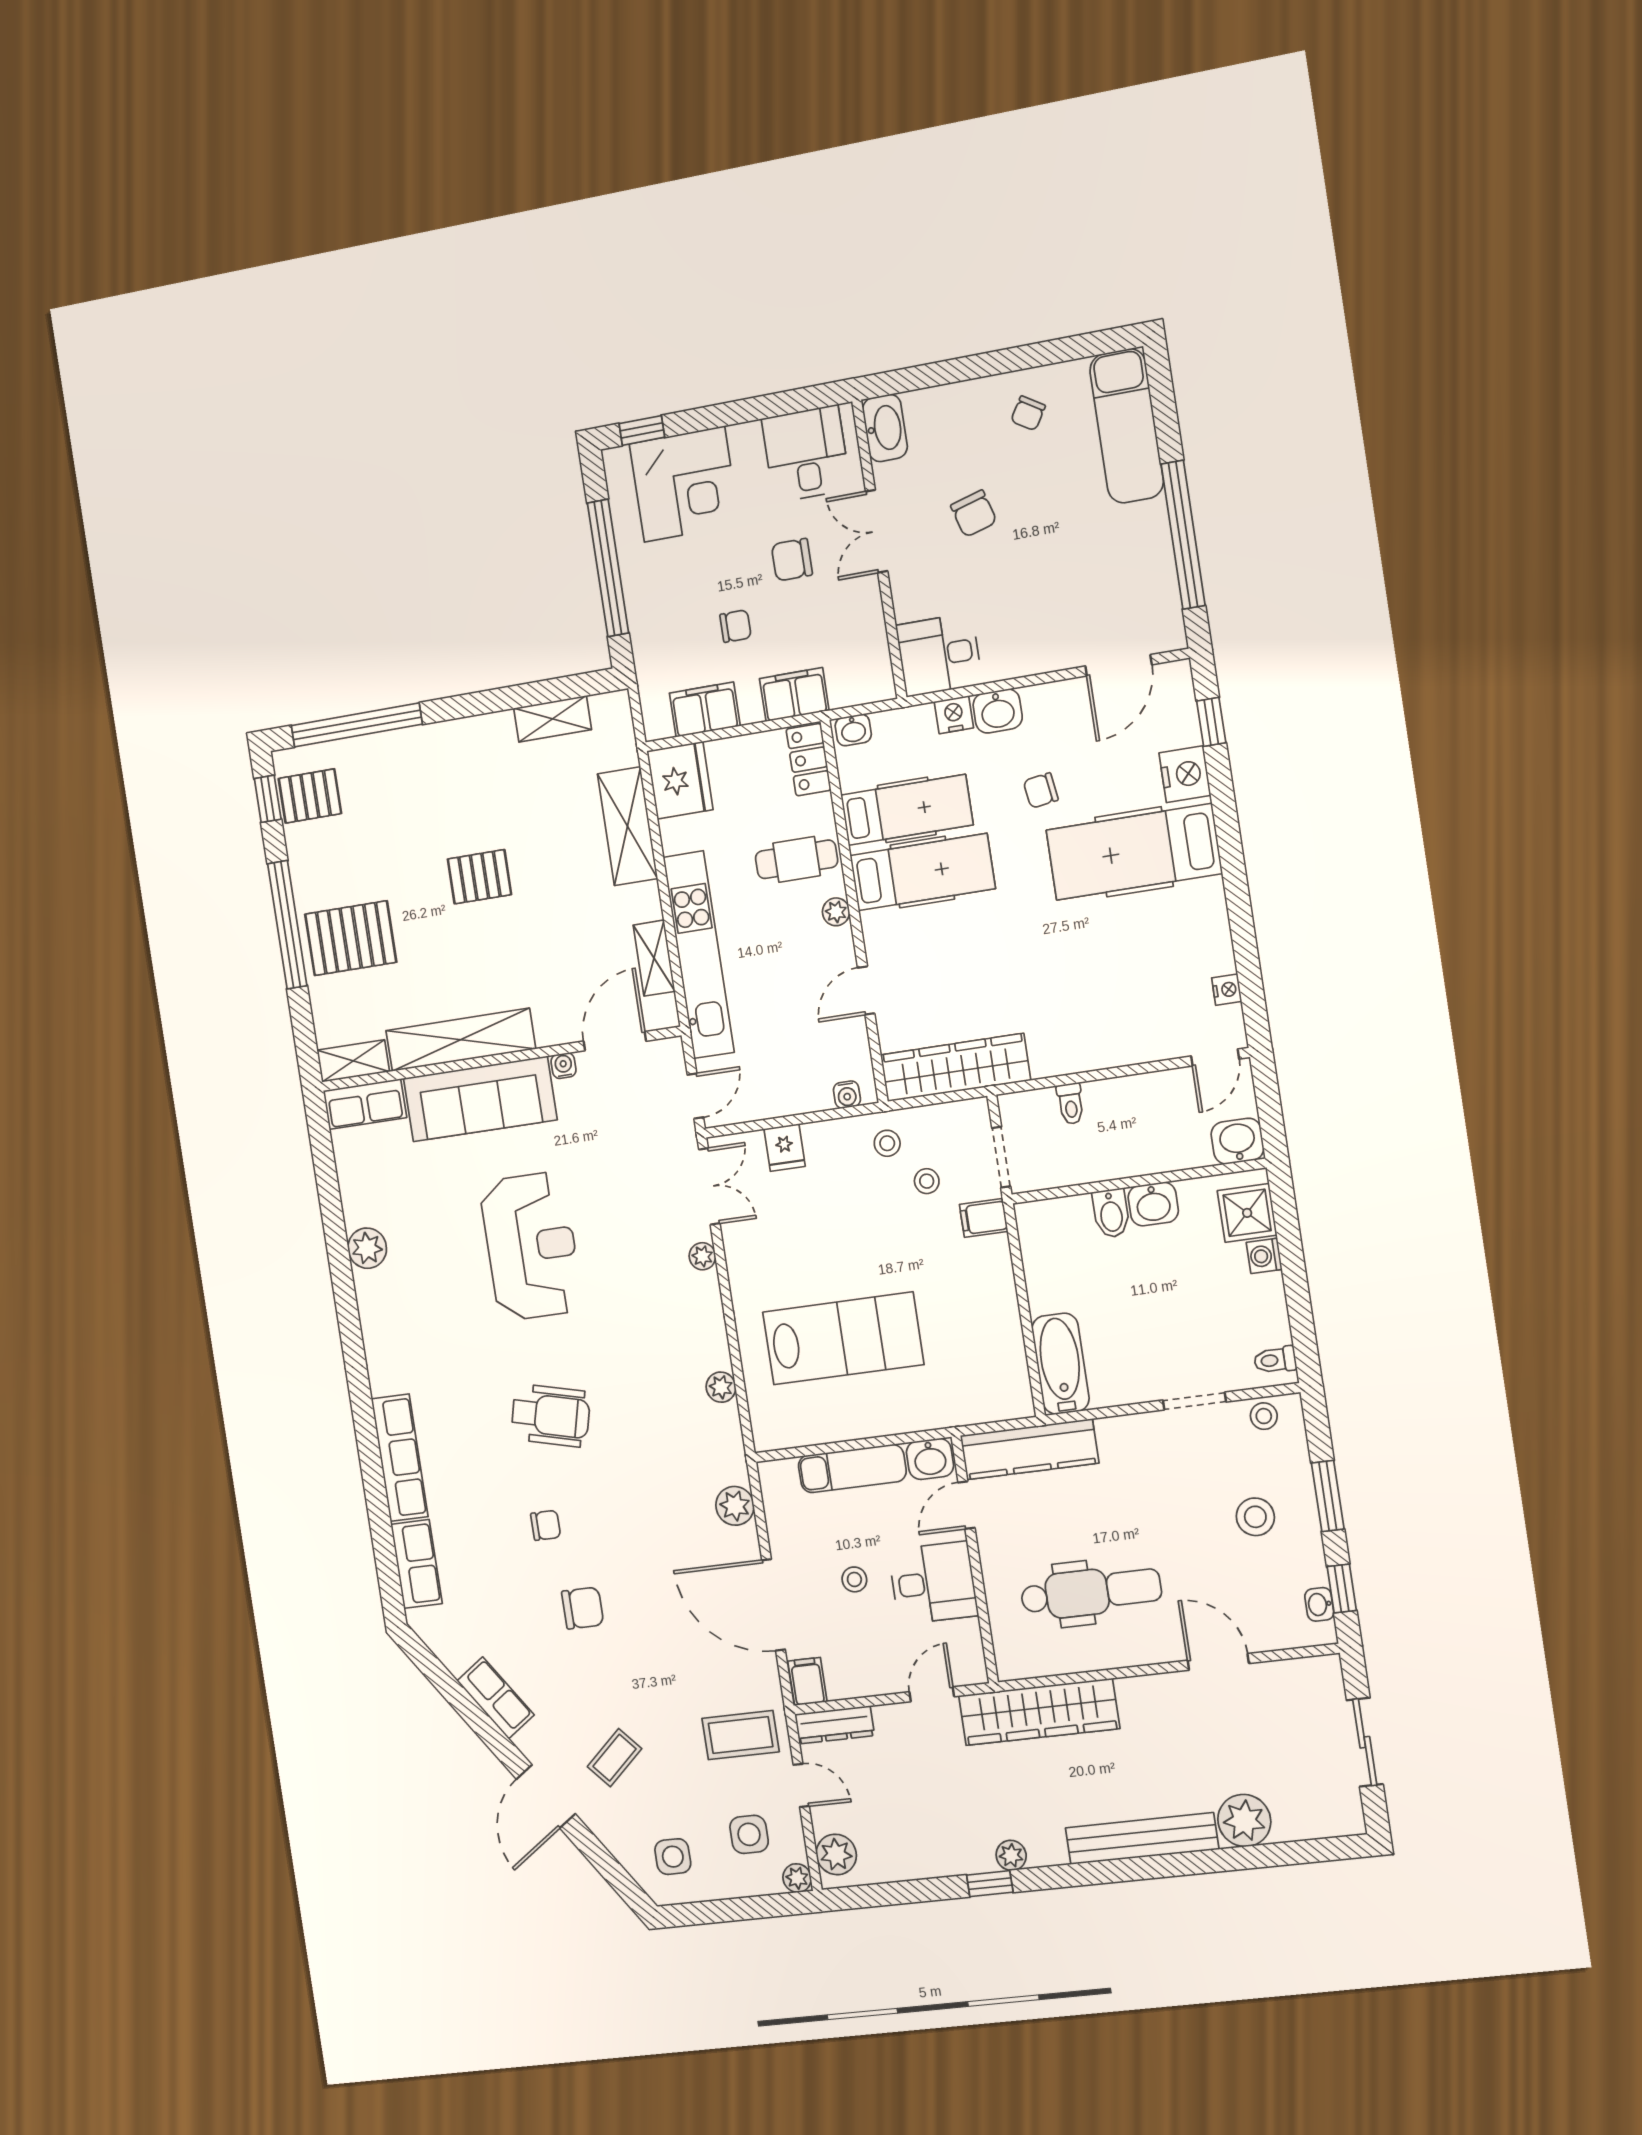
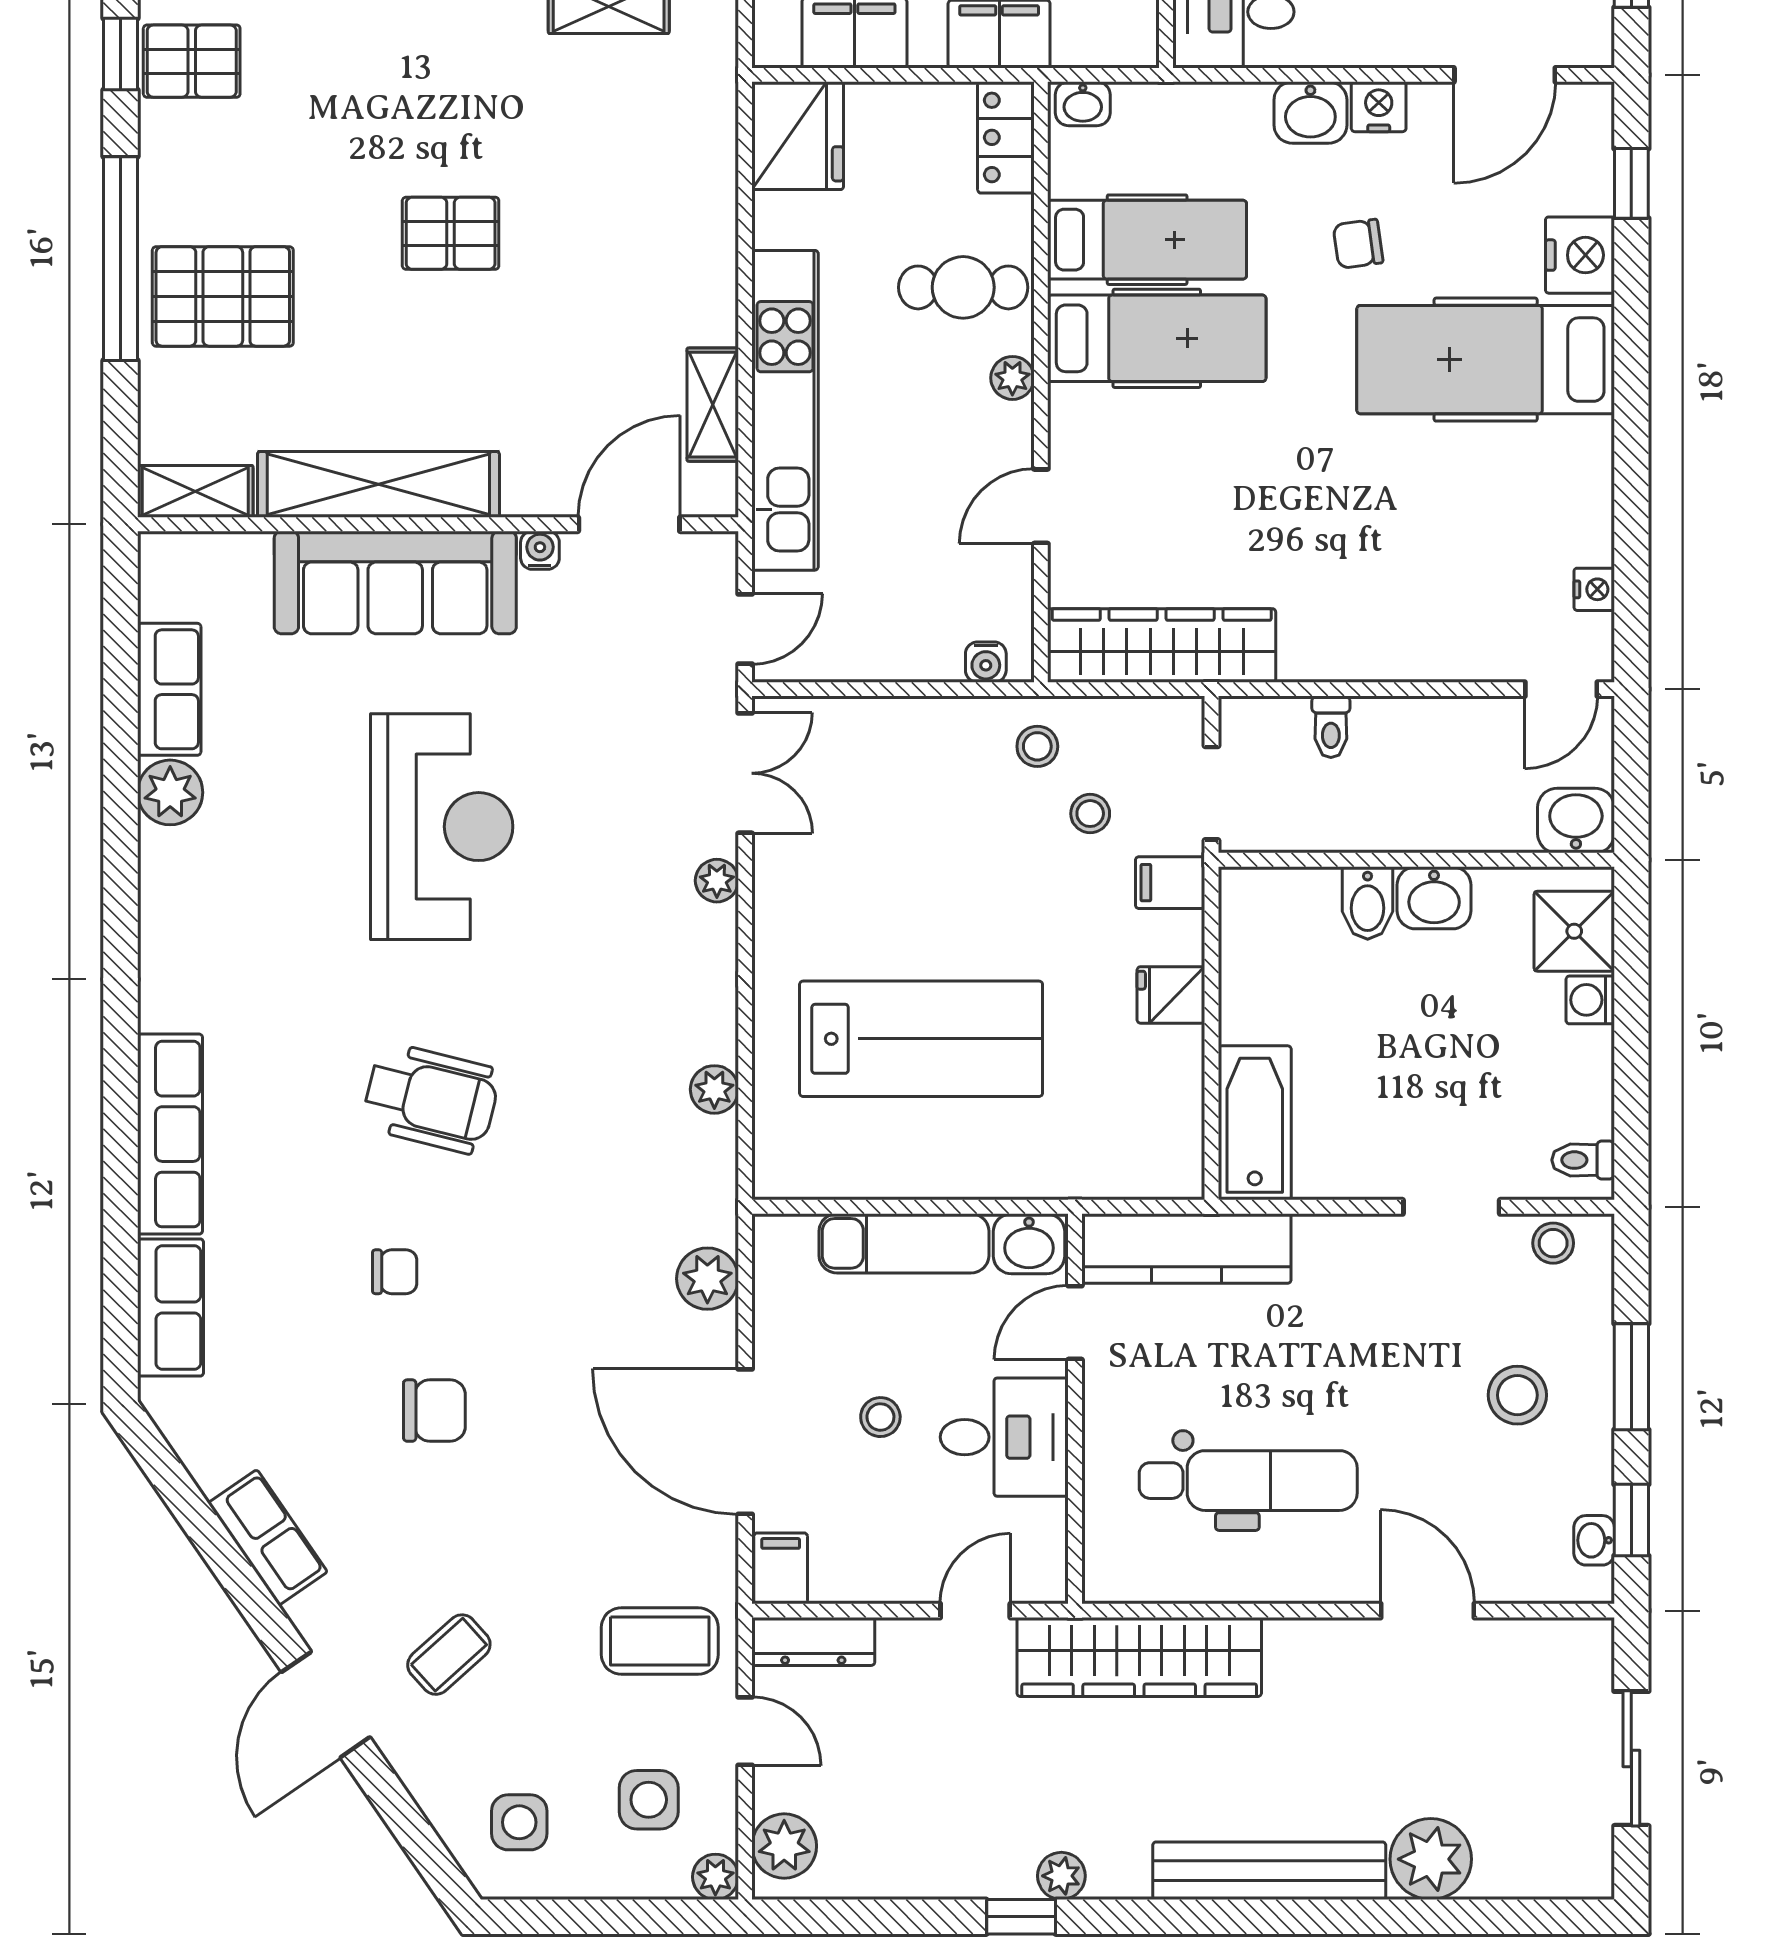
nightstand: (954, 715) -> (1379, 107), moved
shelving: (627, 826) -> (703, 193), removed
row of seats: (365, 1104) -> (169, 689), moved, turned -90
fridge: (785, 1148) -> (1171, 995), moved, turned 90

